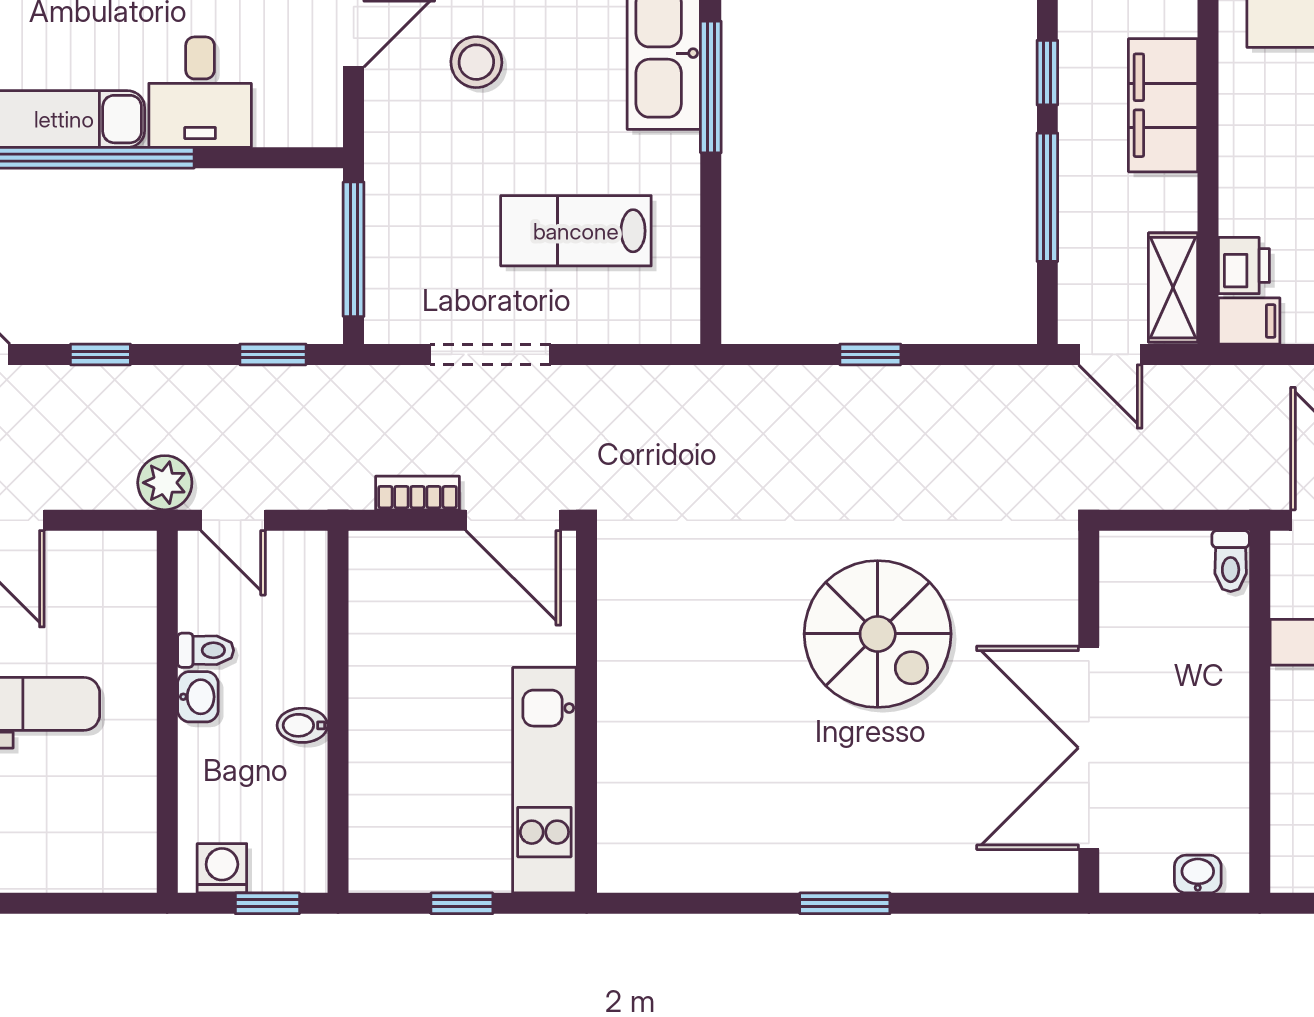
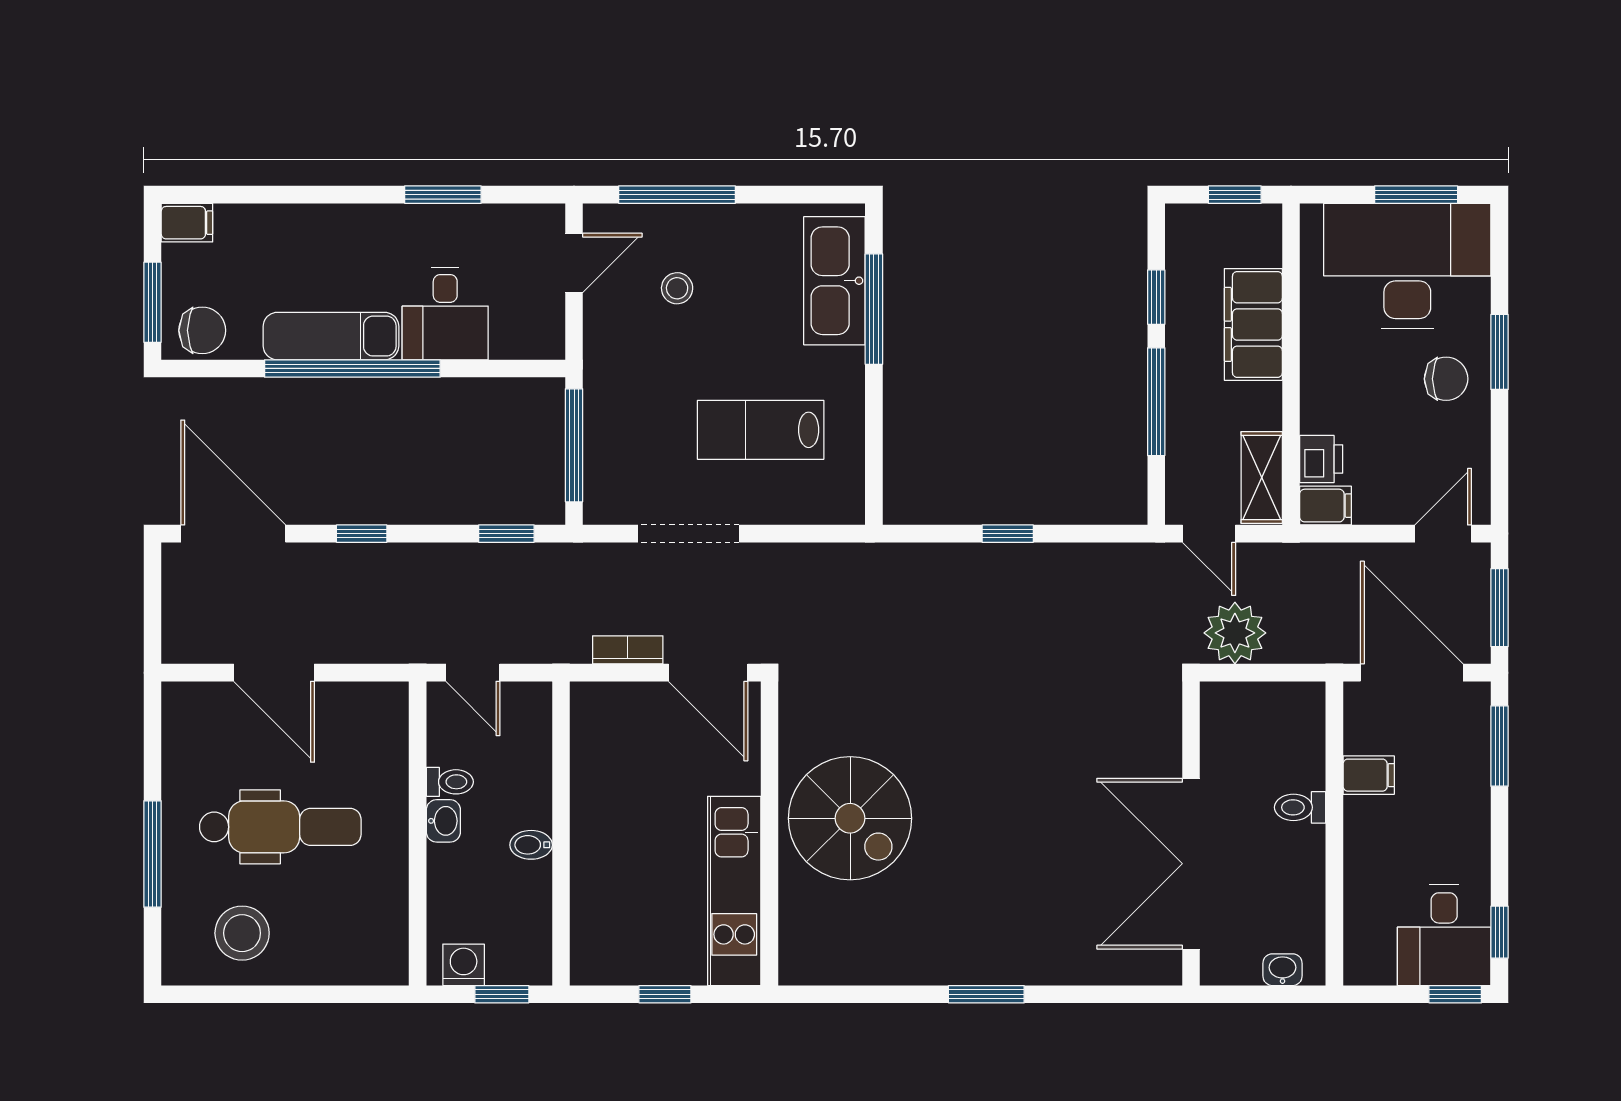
stool: (476, 62) -> (677, 288), width x0.73, depth x0.73
plant: (165, 483) -> (1235, 633), moved, width x1.36, depth x1.36
toilet: (1231, 561) -> (1300, 807), moved, turned 90
spiral stairs: (878, 634) -> (850, 818), moved

